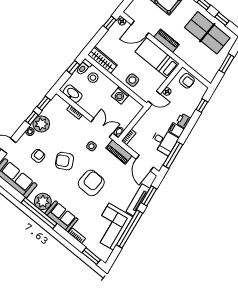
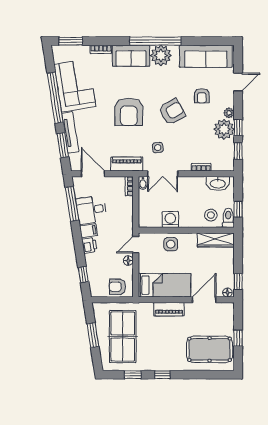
table tennis table: (207, 33) -> (123, 337), moved, turned 90

